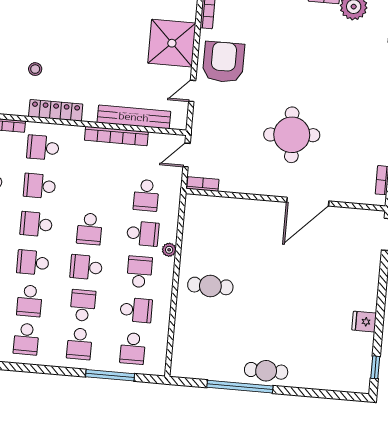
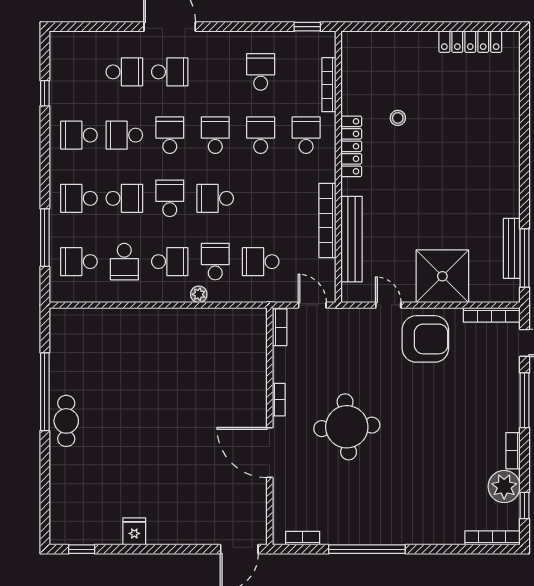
bookcase: (264, 190) -> (279, 400), added
school desk: (143, 234) -> (215, 262), turned 180
cafe table: (210, 286) -> (160, 347), removed

